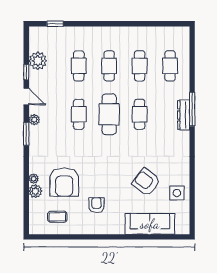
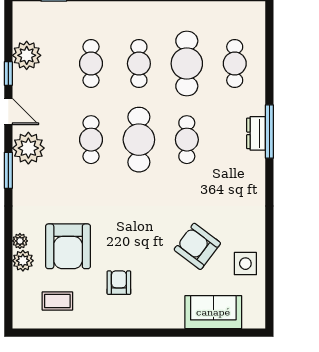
cafe table: (140, 66) -> (187, 64), width x1.37, depth x1.35
dresser: (184, 115) -> (256, 133), width x0.70
plant: (34, 120) -> (28, 148), width x1.87, depth x1.87
sofa: (150, 224) -> (213, 312), width x0.73

